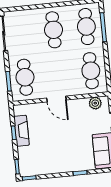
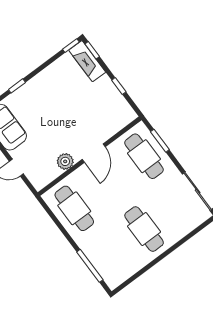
cafe table: (86, 27) -> (109, 255), removed
door: (56, 99) -> (94, 153), swing flipped
plant: (95, 103) -> (65, 161), moved
fireplace: (21, 131) -> (87, 61), moved

